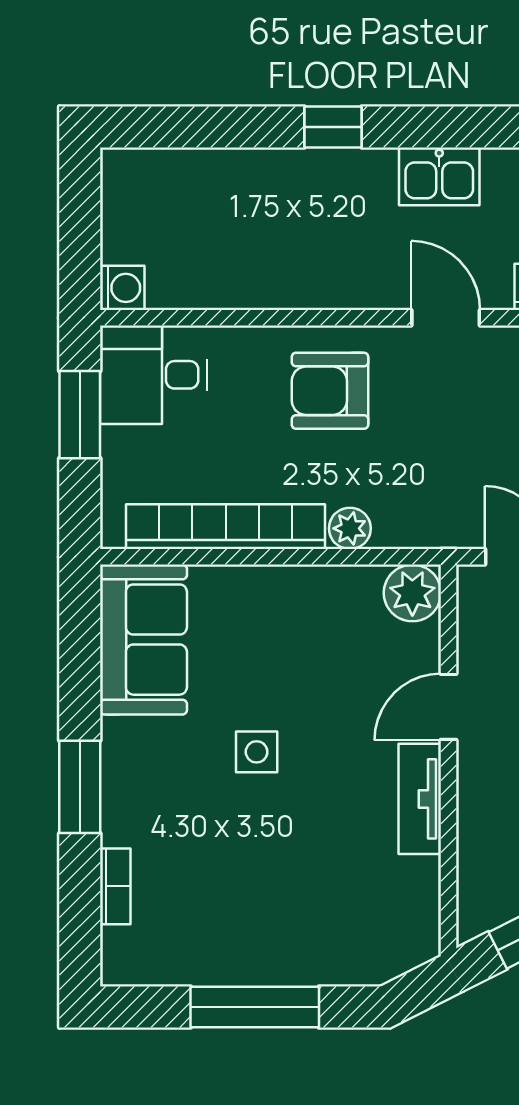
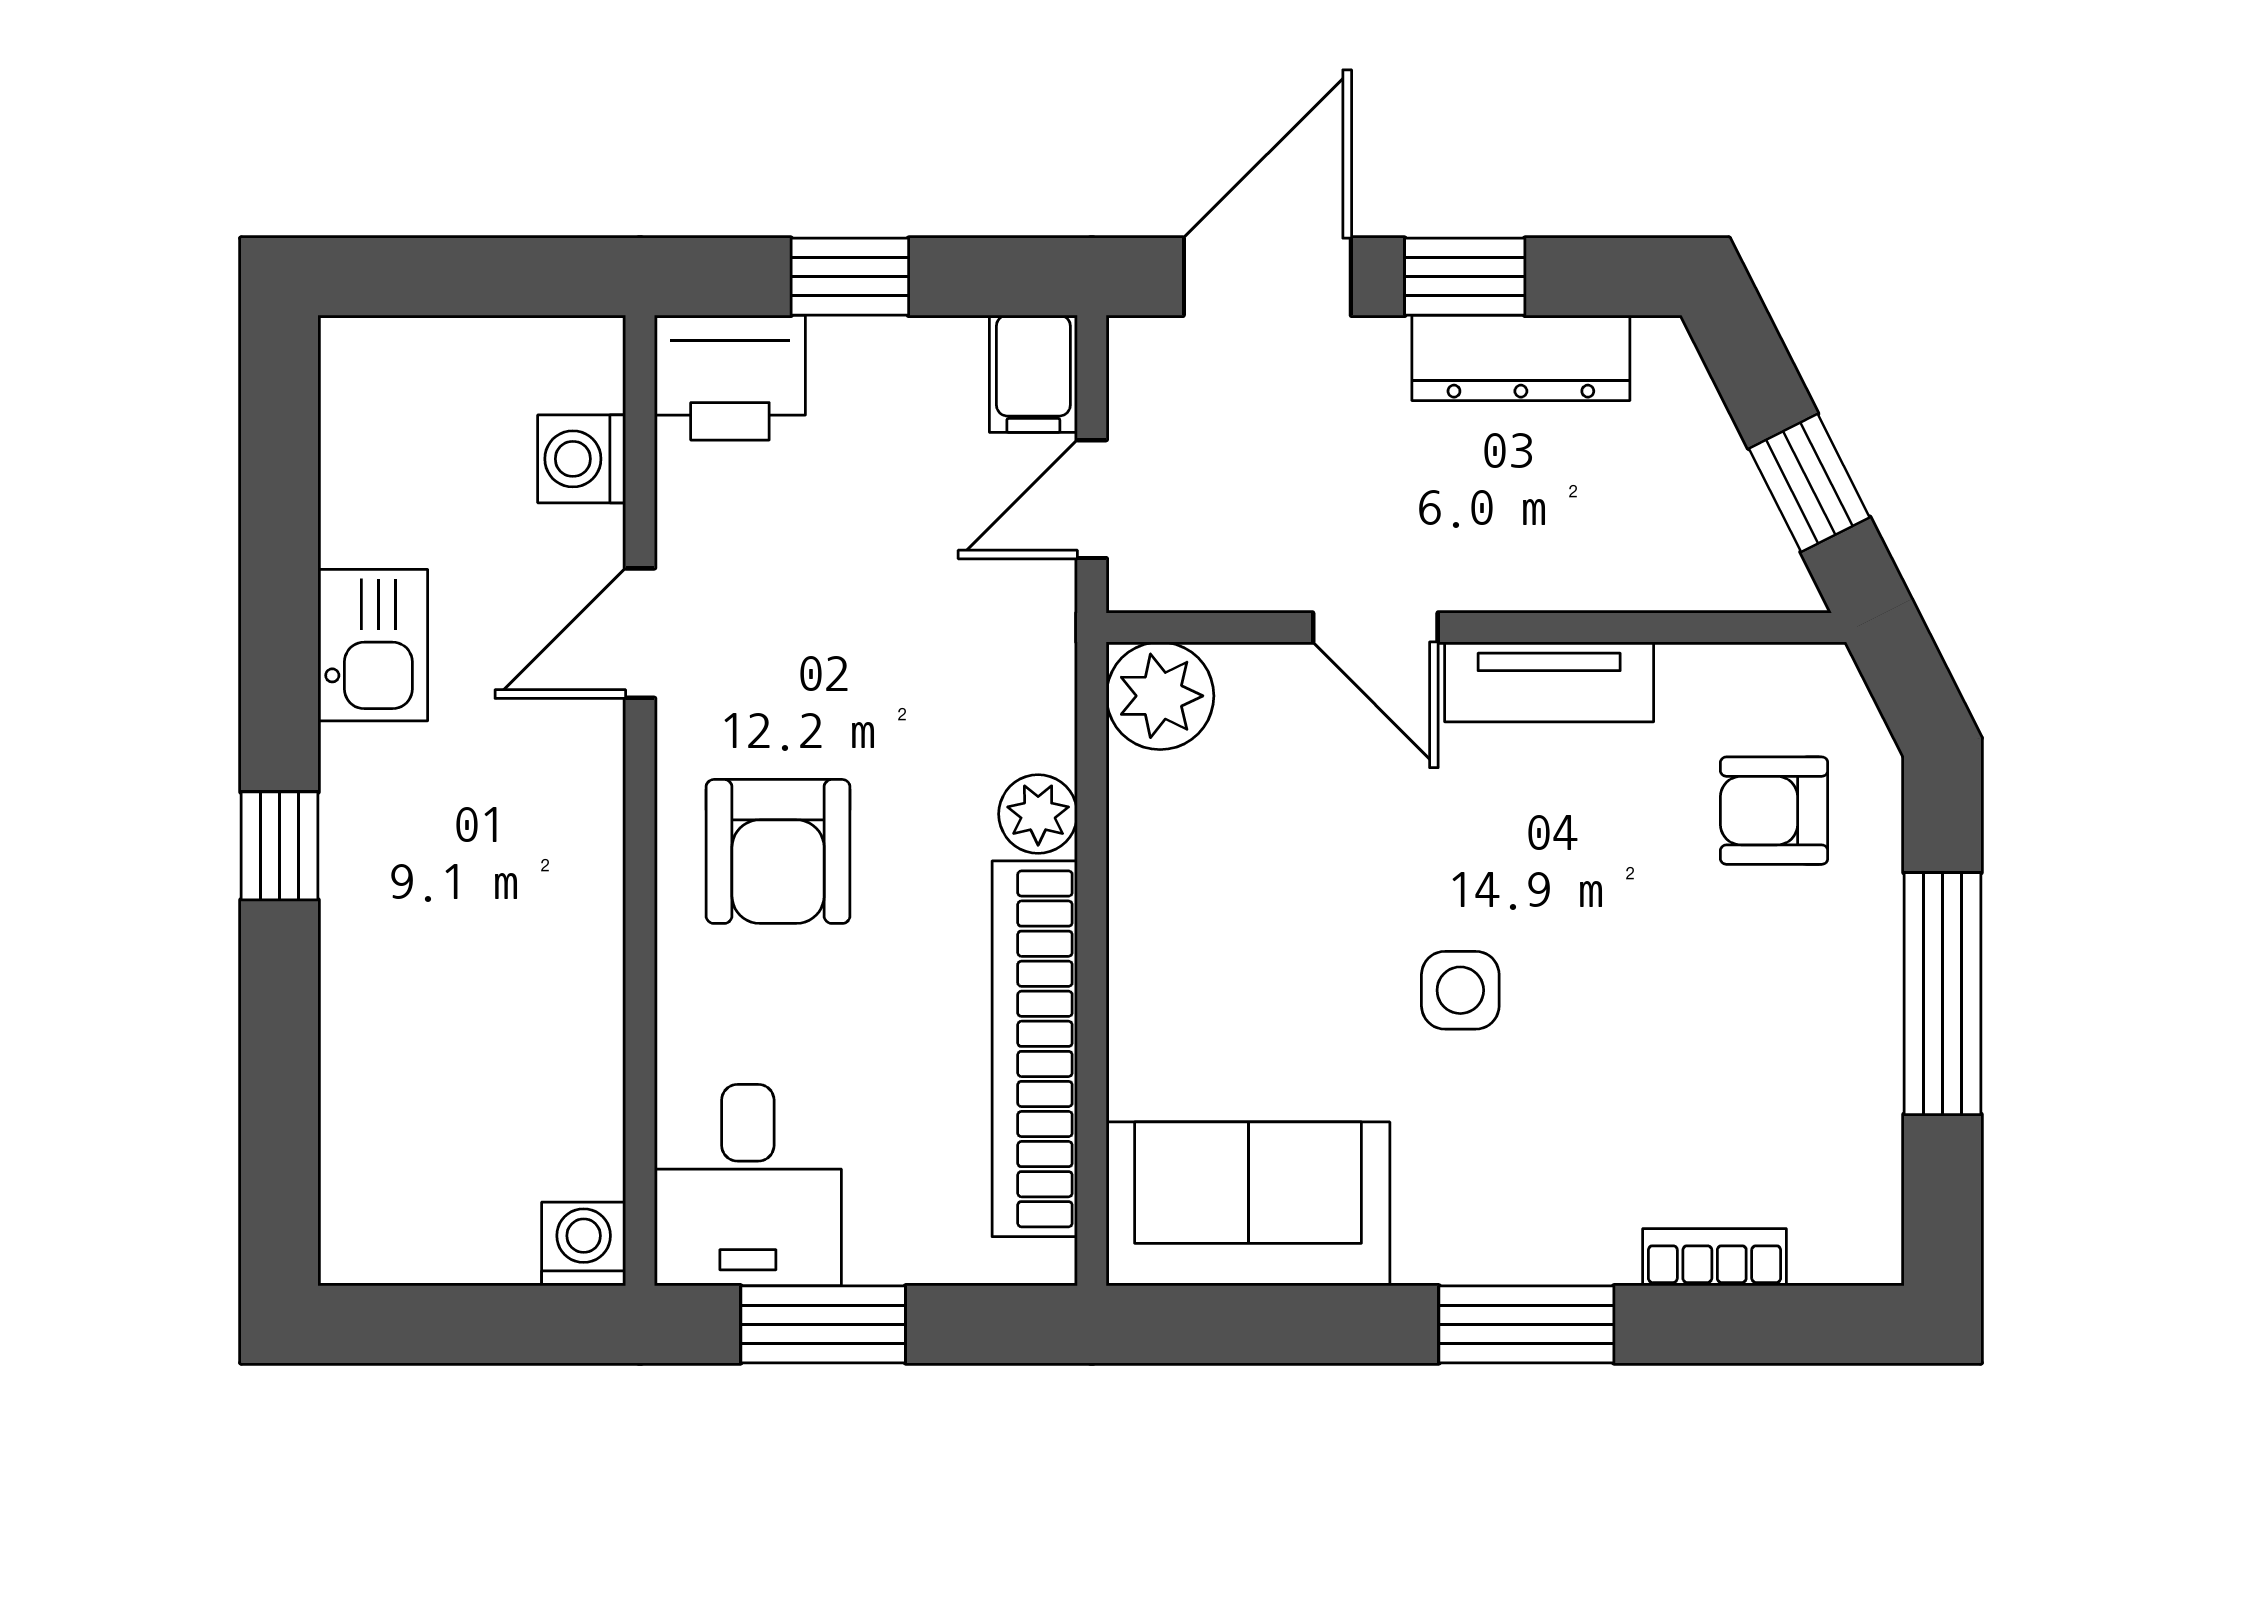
armchair: (352, 918) -> (1774, 811), added

